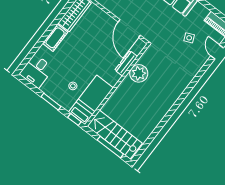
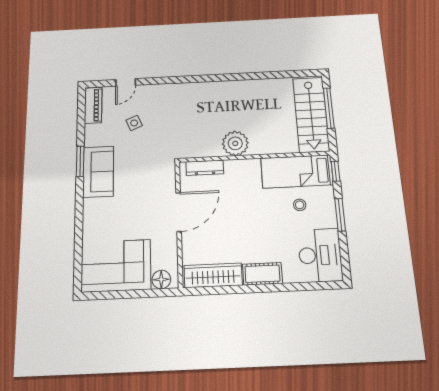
door: (129, 29) -> (179, 212), moved
dresser: (126, 63) -> (205, 168), moved
desk: (37, 71) -> (320, 255), width x1.37
plant: (139, 73) -> (235, 143), moved

